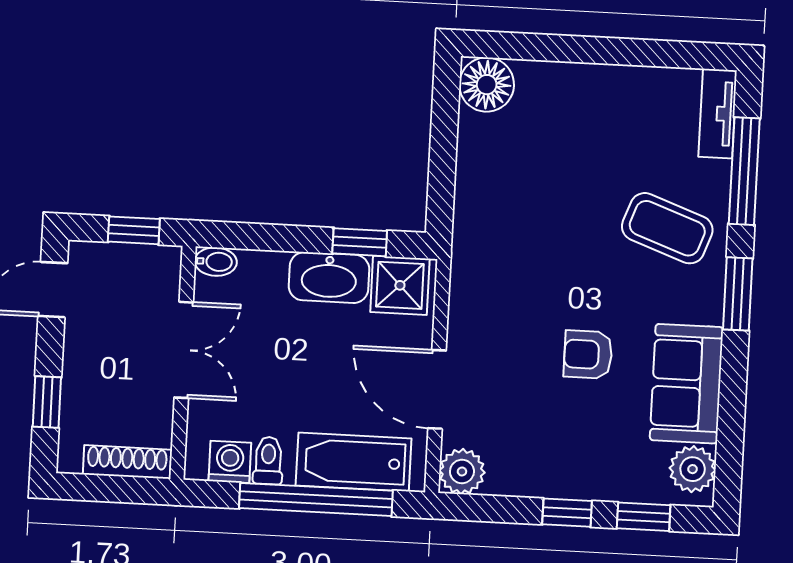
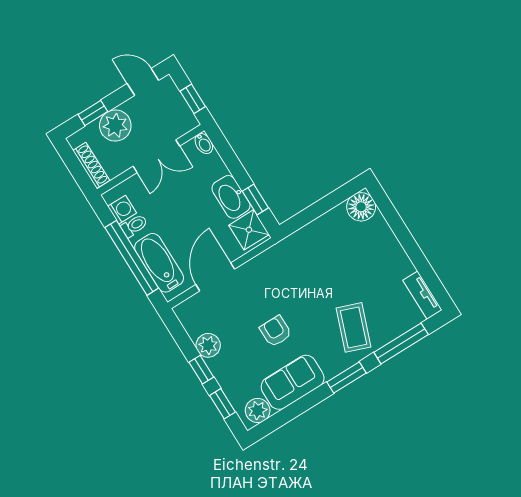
tv unit: (718, 114) -> (422, 295), moved, turned -90
plant: (91, 381) -> (115, 125), added
plant: (462, 471) -> (208, 345), moved

